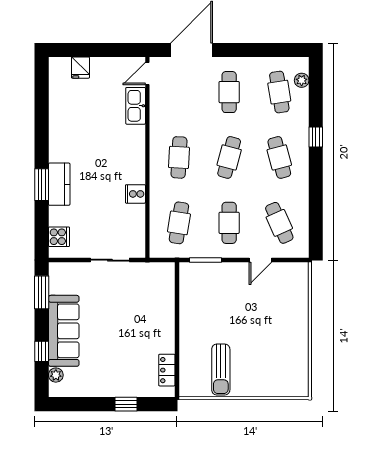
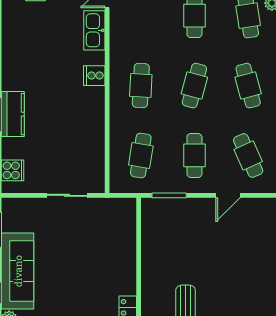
cooker: (135, 194) -> (94, 76), moved

